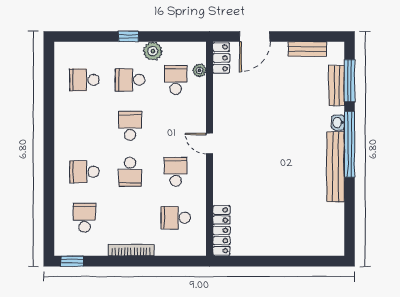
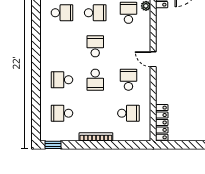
school desk: (84, 80) -> (62, 13), turned 180
school desk: (130, 80) -> (95, 13), turned 180
school desk: (84, 218) -> (62, 113), turned -90
school desk: (176, 218) -> (128, 113), turned 180

